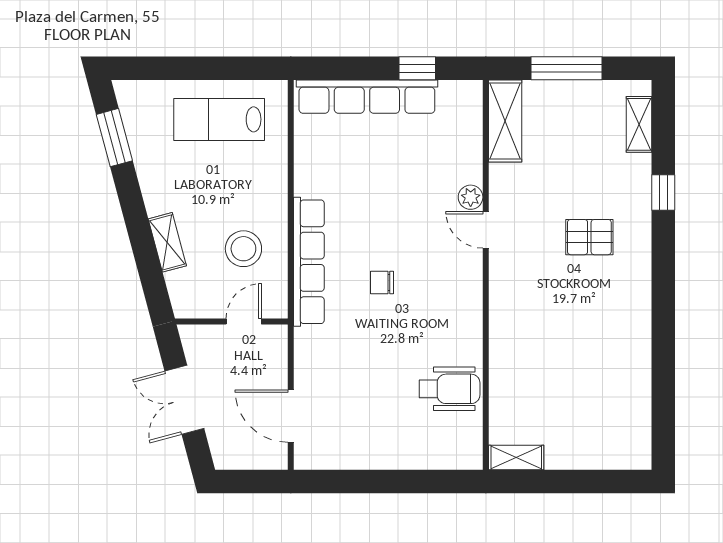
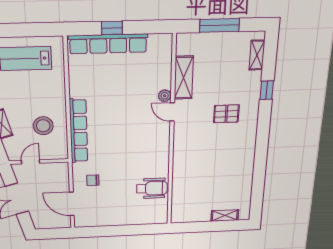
window: (417, 68) -> (112, 28), moved
shelving: (505, 121) -> (184, 78), moved
chair: (382, 283) -> (93, 180), moved
door: (244, 321) -> (30, 162), moved
shelving: (516, 458) -> (225, 215), moved

